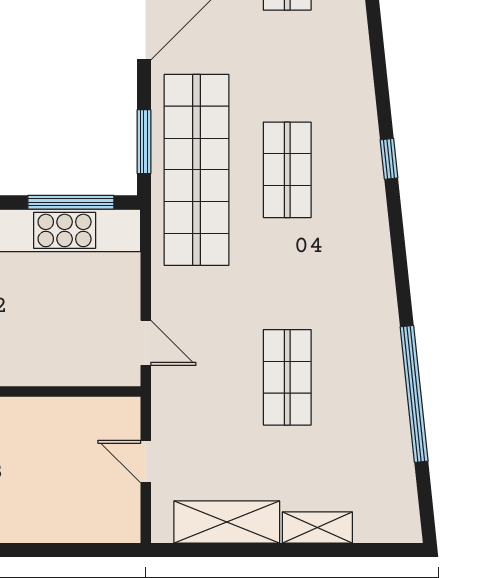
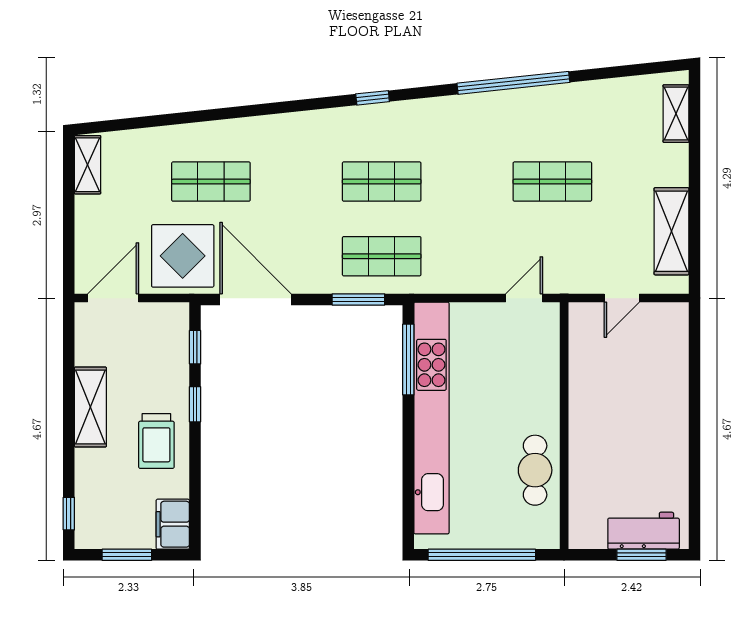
shop shelf: (197, 170) -> (382, 256), width x0.50, depth x0.74
window: (414, 394) -> (513, 83), moved
shelving: (317, 528) -> (676, 114), moved

